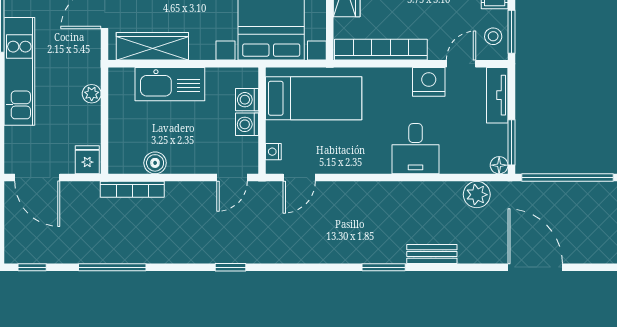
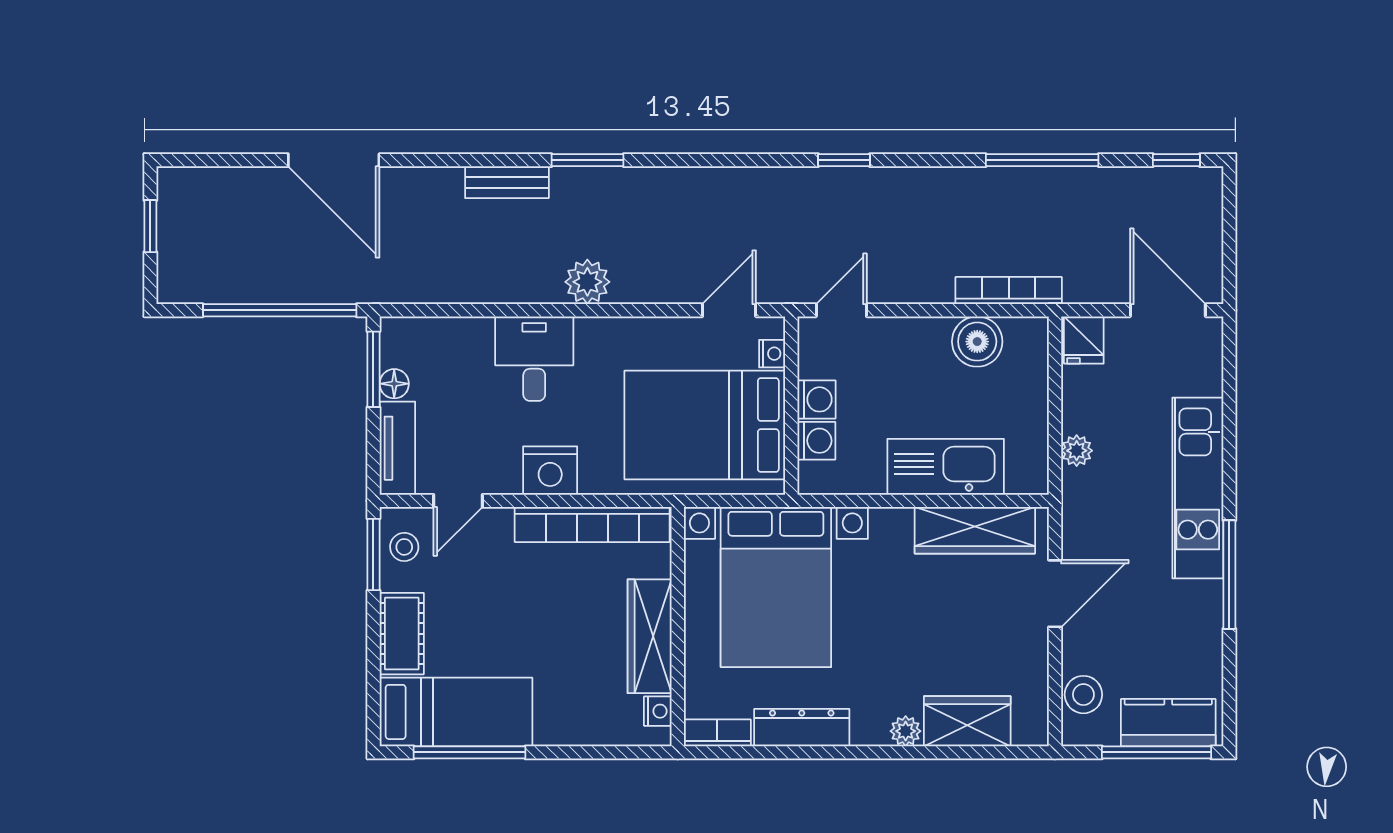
nightstand: (429, 82) -> (550, 471), moved
bed: (314, 98) -> (705, 425), width x1.50
boiler: (155, 163) -> (977, 342), width x1.36, depth x1.36
floor lamp: (499, 165) -> (394, 384), moved
plant: (477, 195) -> (587, 282), moved

